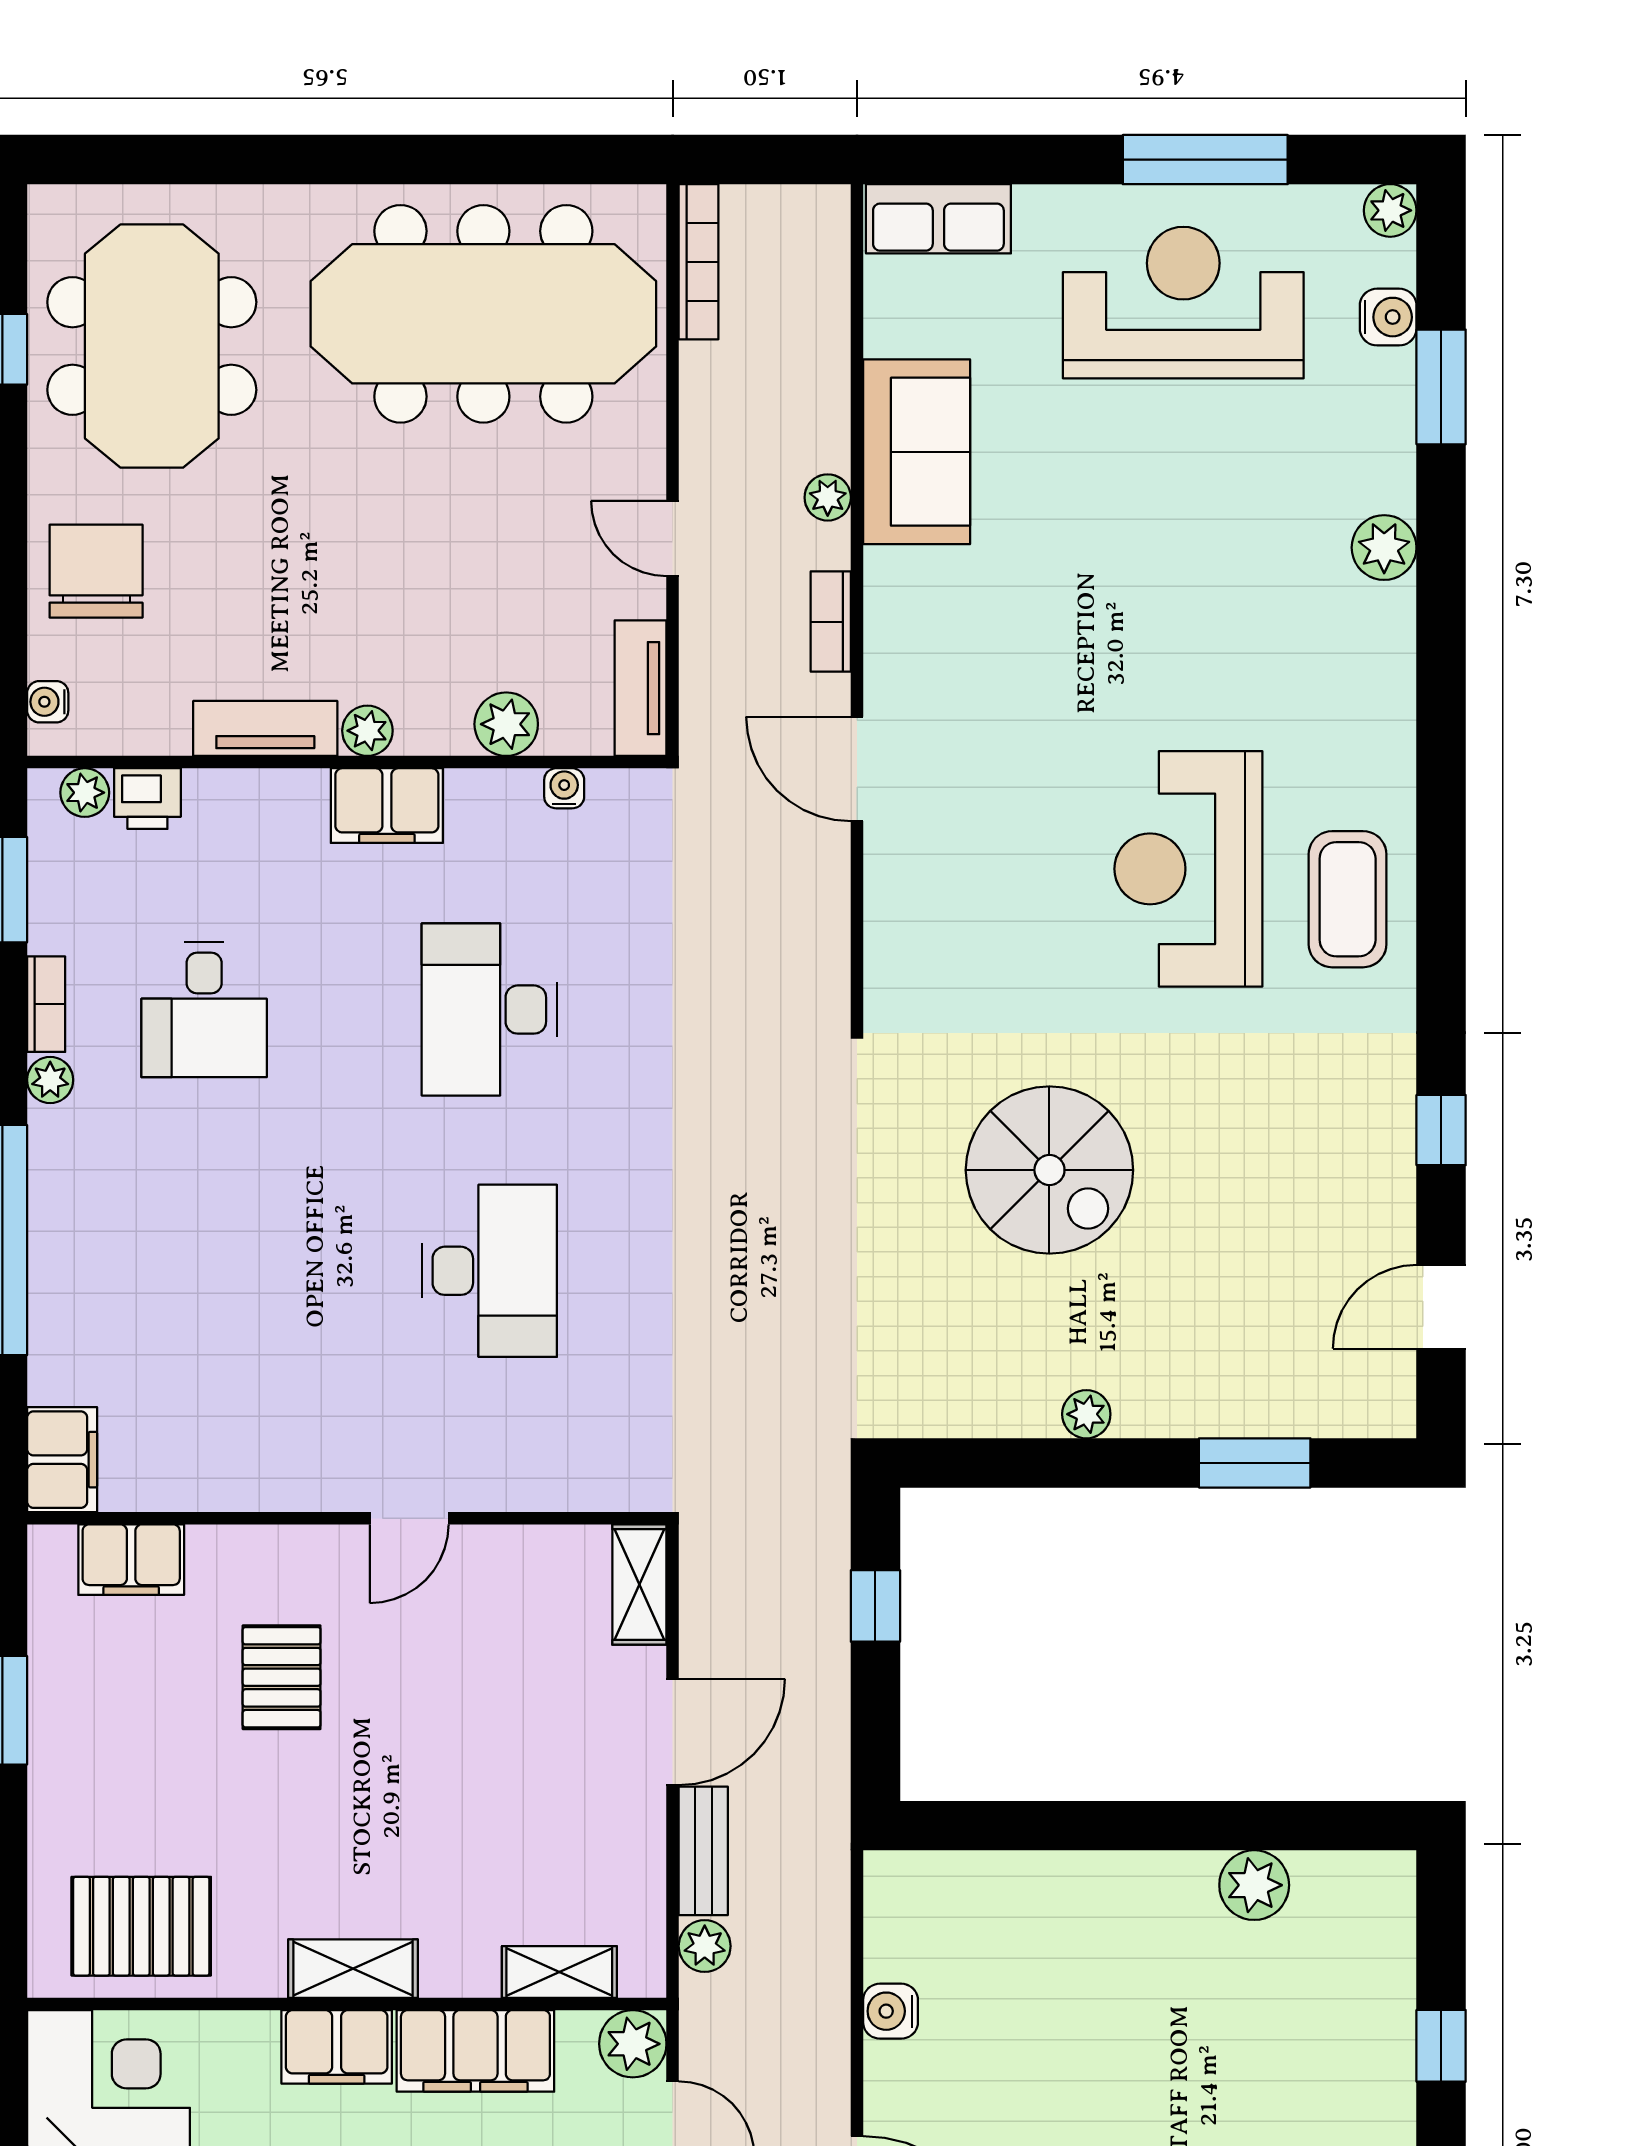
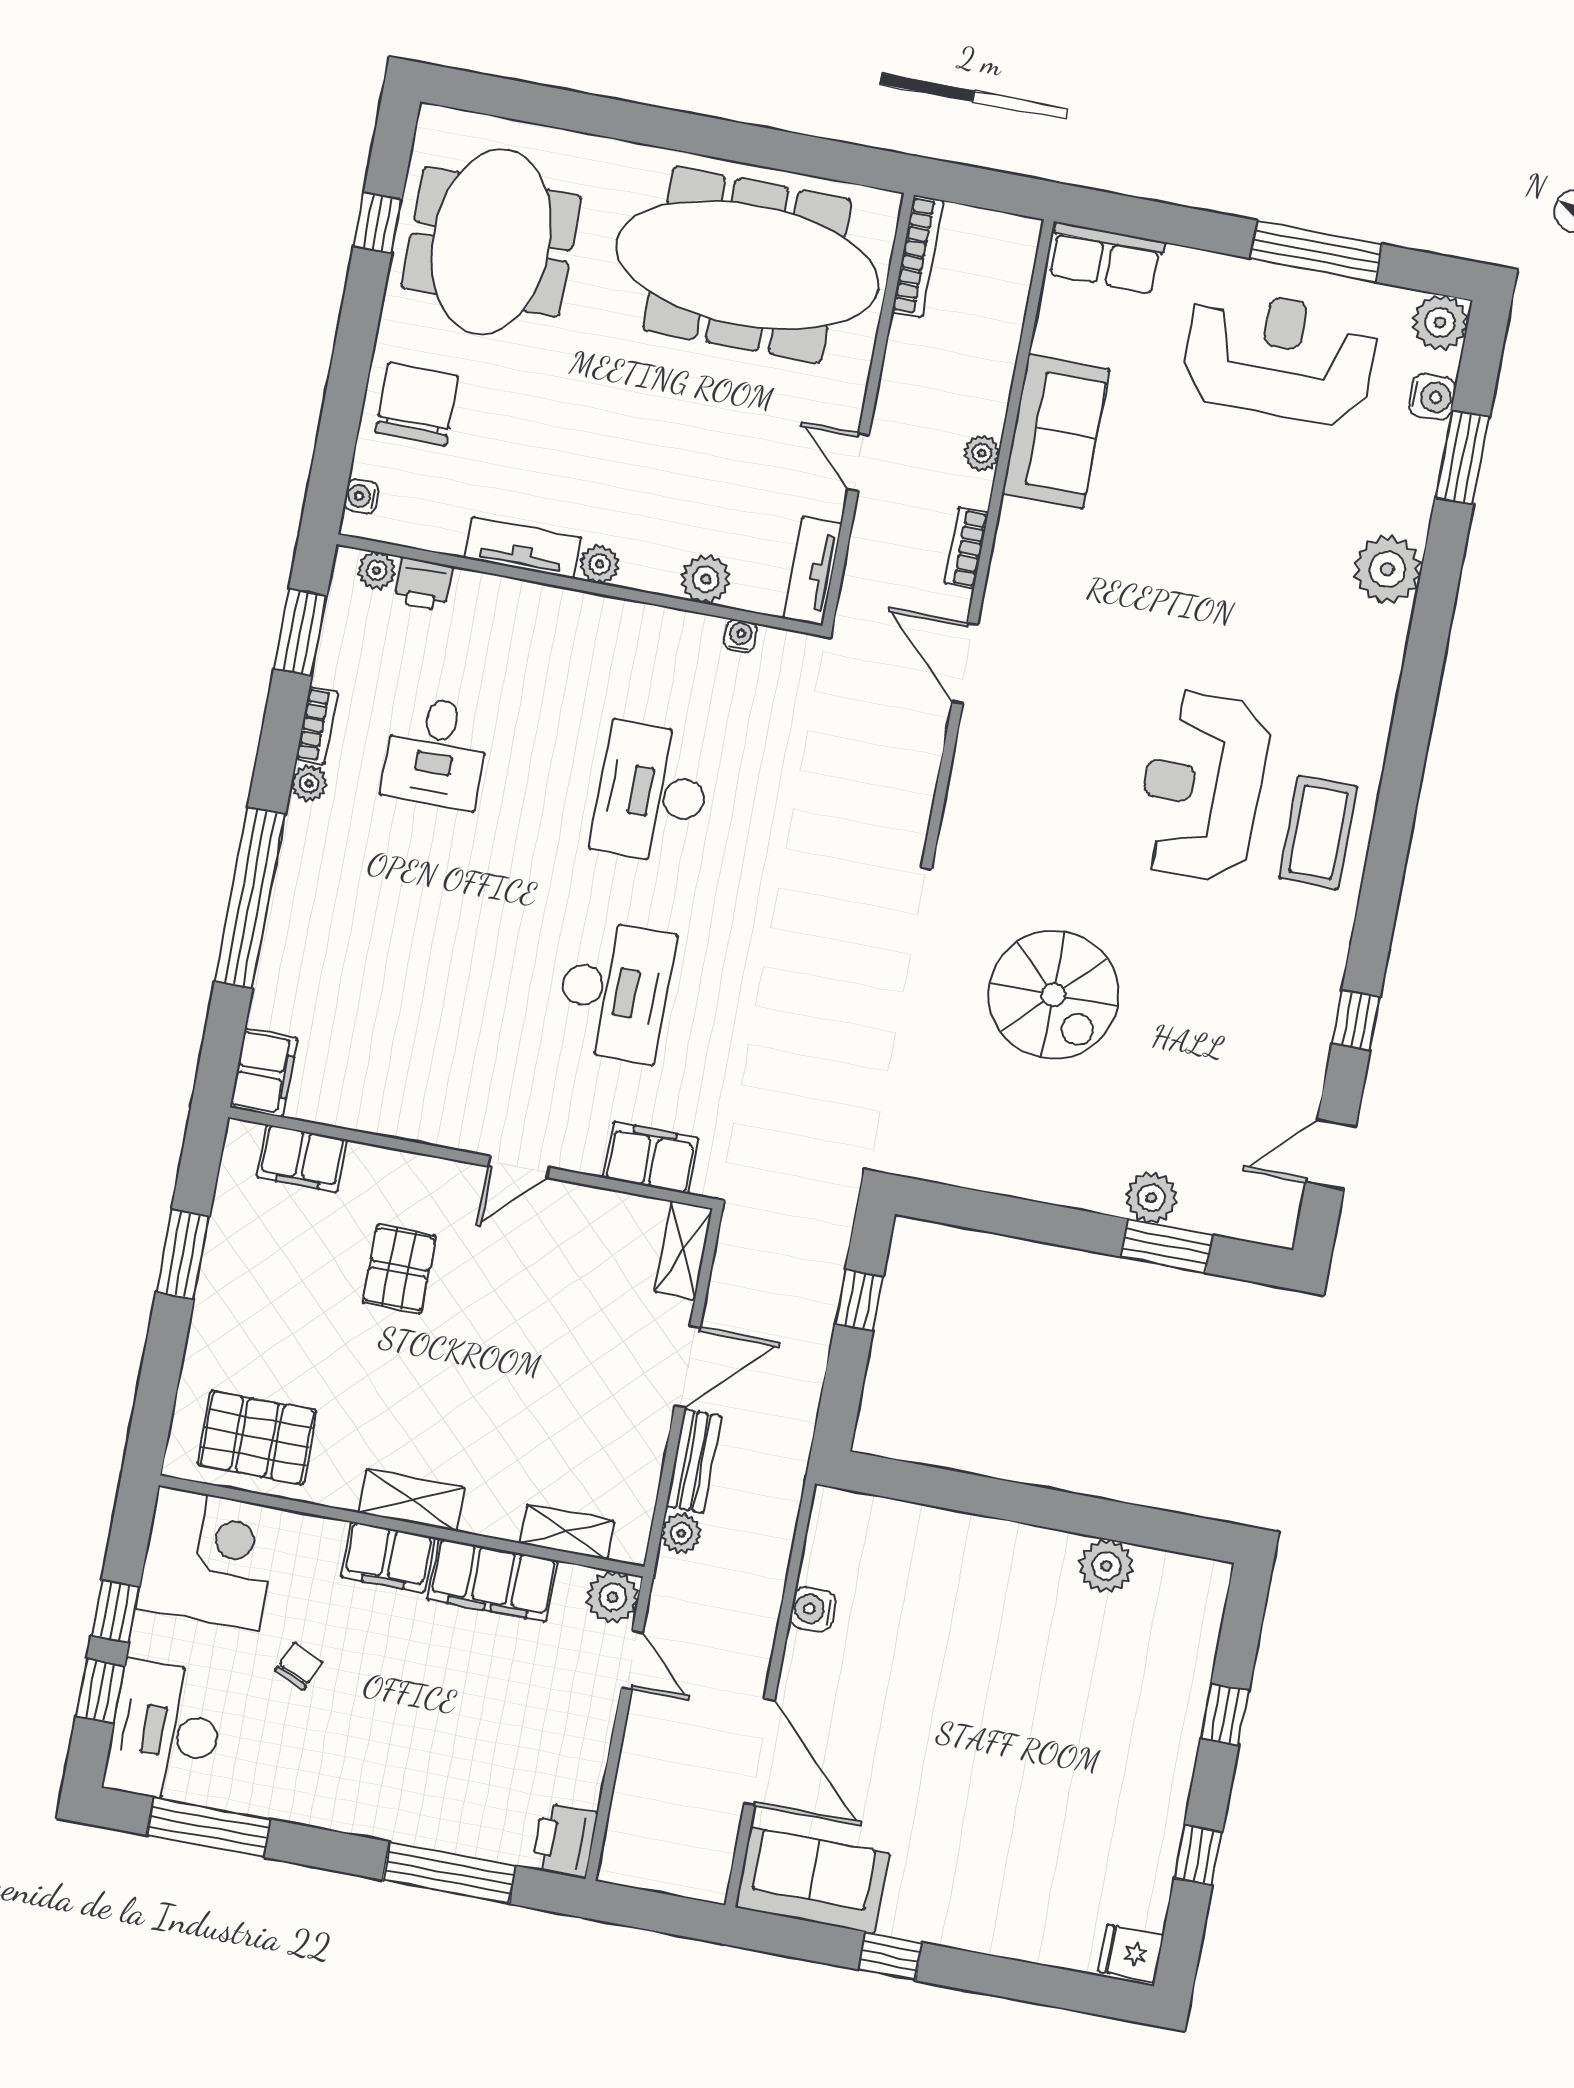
plant: (1390, 210) -> (1440, 322), width x1.38, depth x1.38
plant: (1384, 548) -> (1387, 569), width x1.36, depth x1.36
filing cabinet: (387, 806) -> (651, 1158), moved, turned 180
plant: (1086, 1414) -> (1151, 1198), moved, width x1.38, depth x1.38

